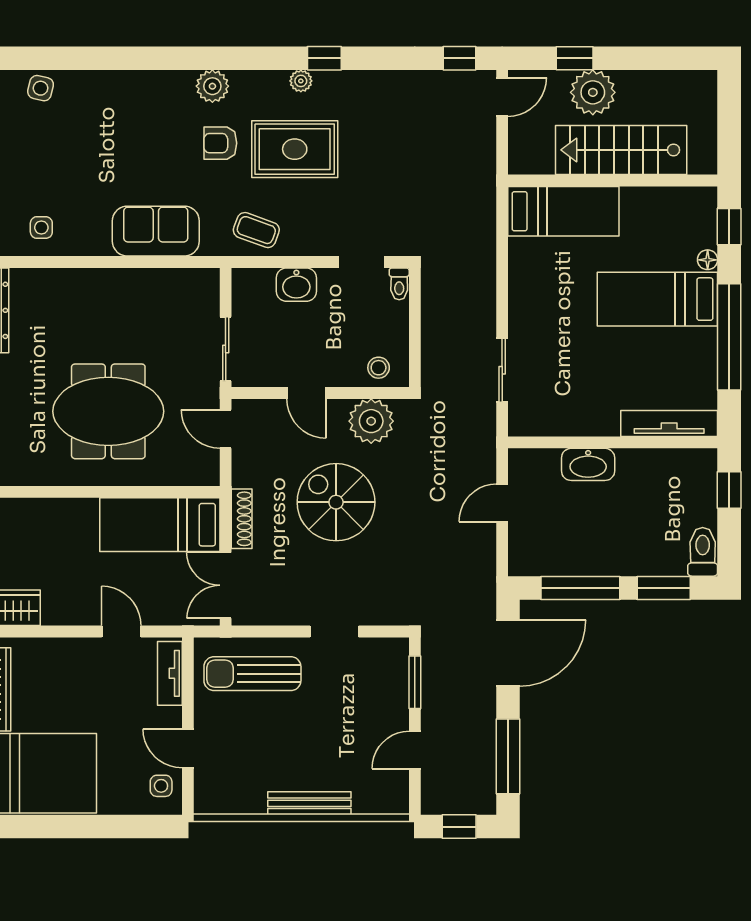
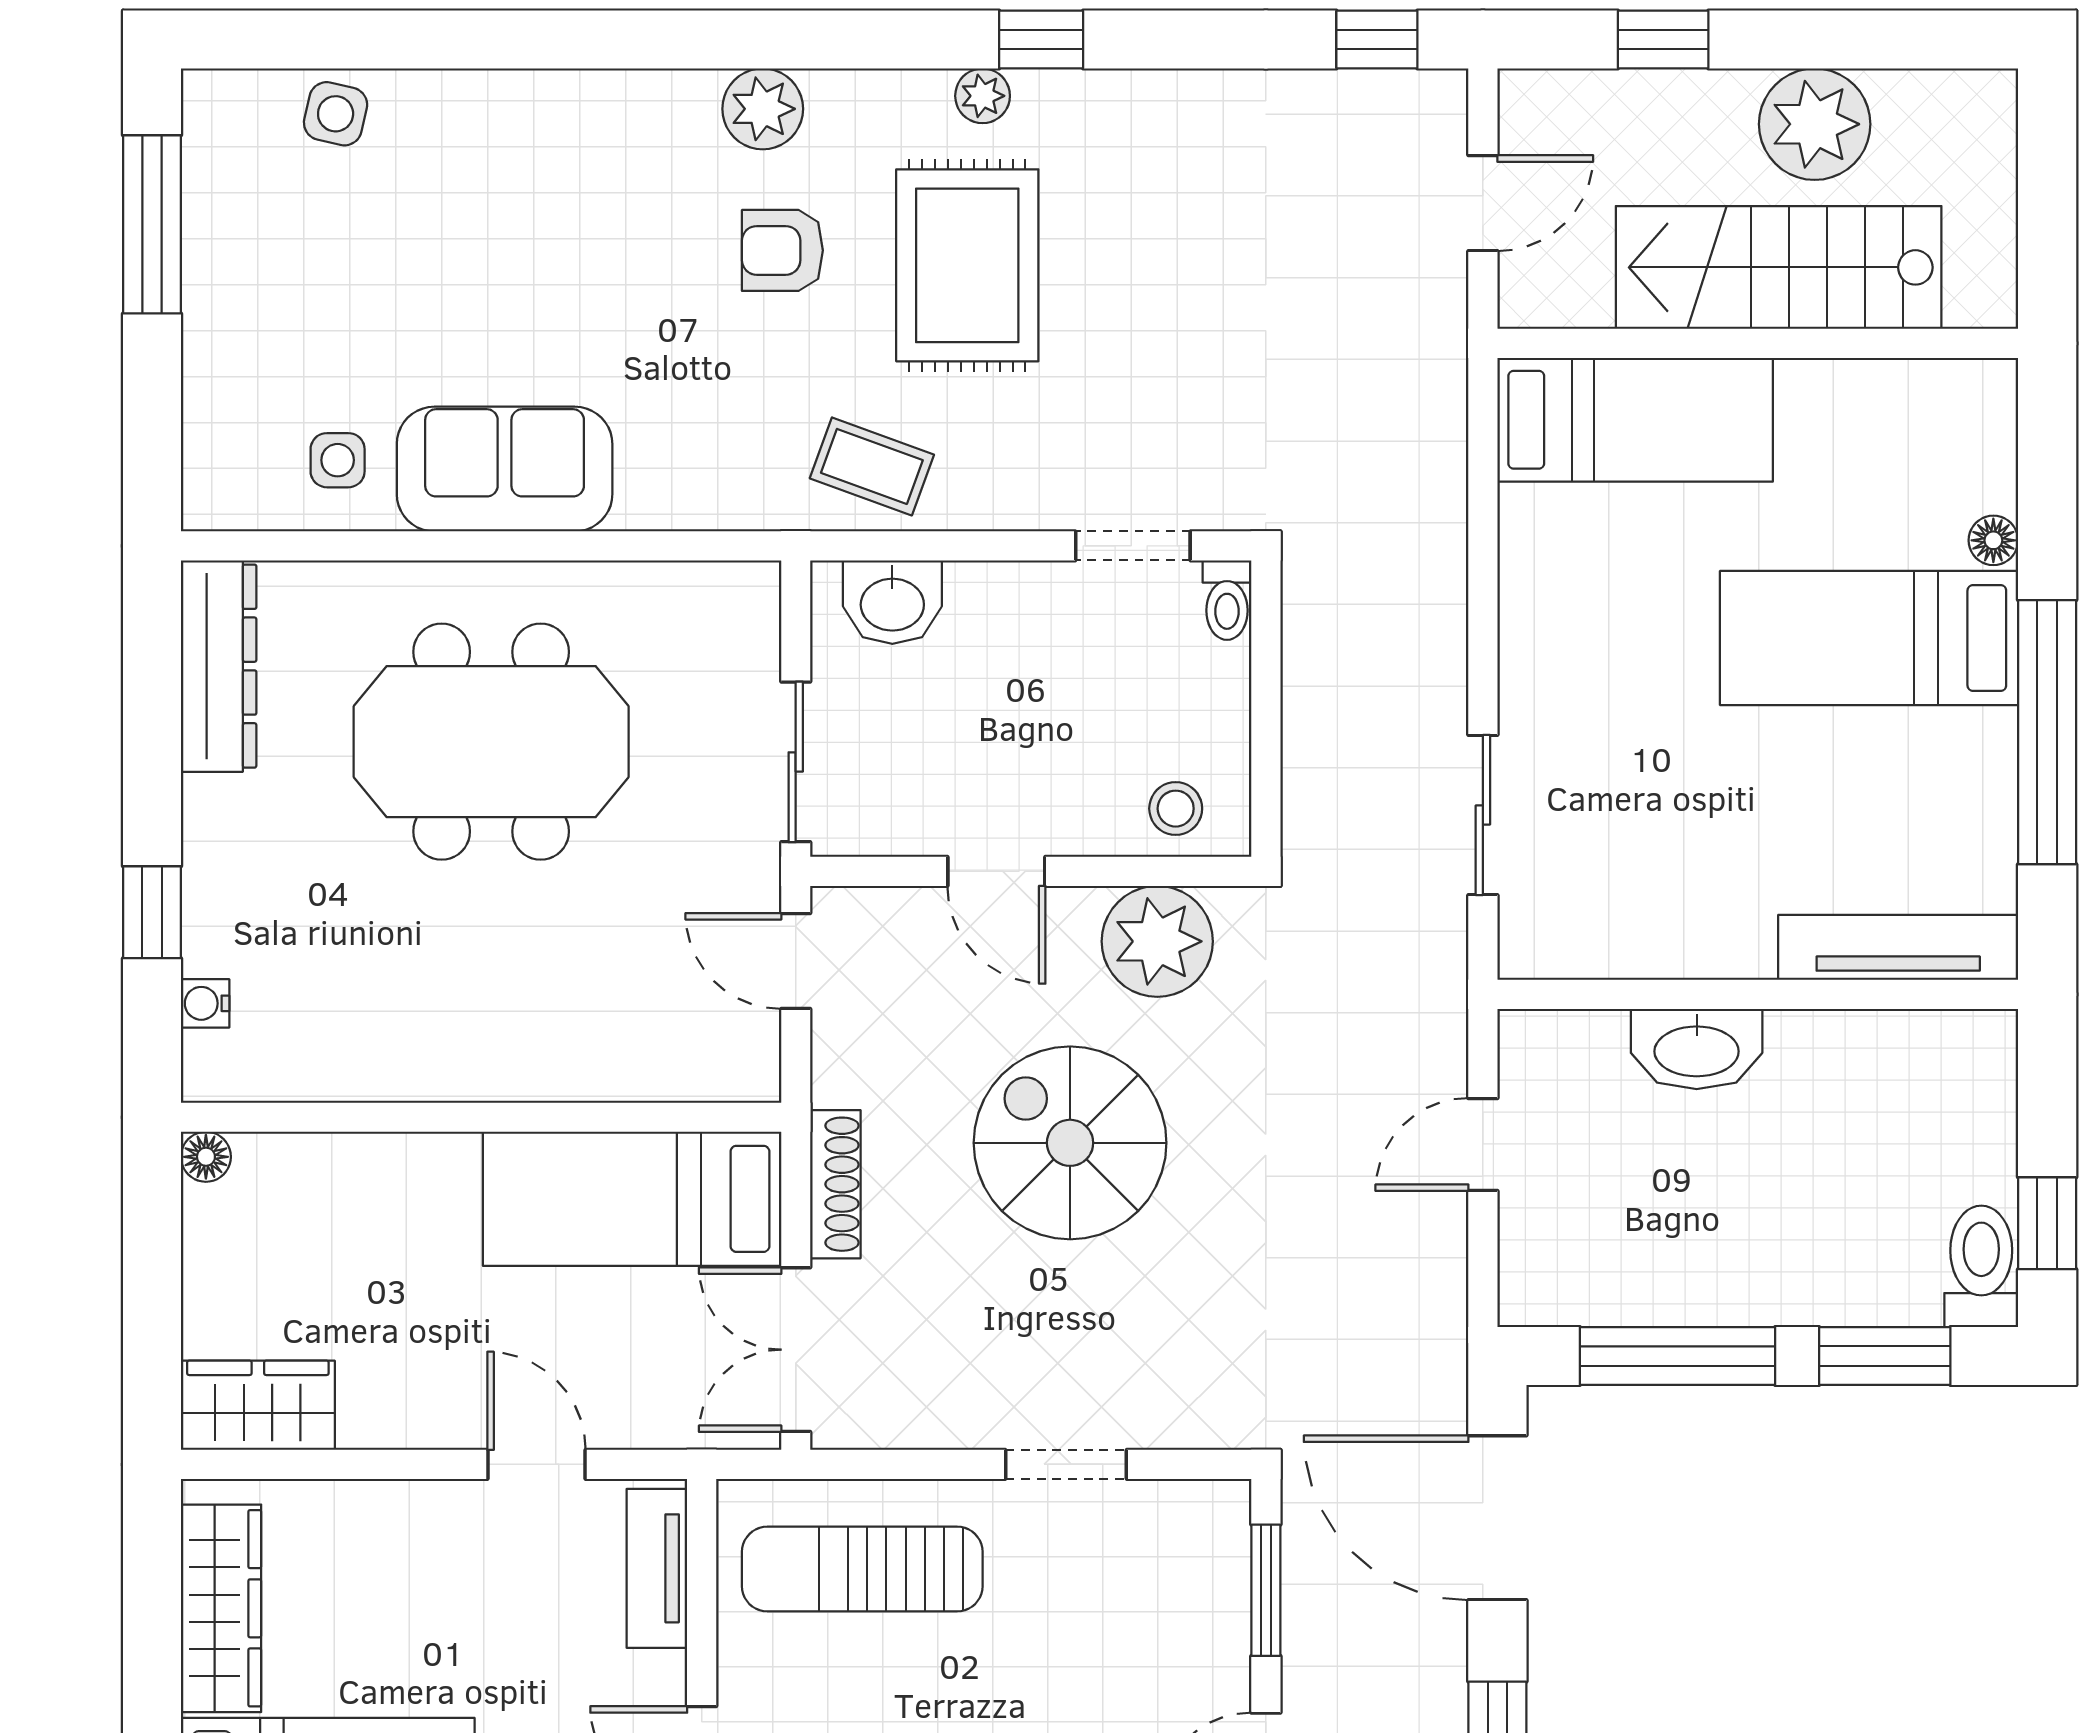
plant: (593, 92) -> (1815, 124), moved
door: (502, 97) -> (1483, 203), moved
rug: (295, 149) -> (967, 265), turned 90
window: (729, 227) -> (2047, 458), removed
sofa: (156, 231) -> (505, 469), moved
washbasin: (296, 285) -> (892, 602), moved
meeting table: (108, 411) -> (491, 742), moved
window: (729, 490) -> (2047, 1223), moved
door: (508, 653) -> (1497, 1518), swing flipped

